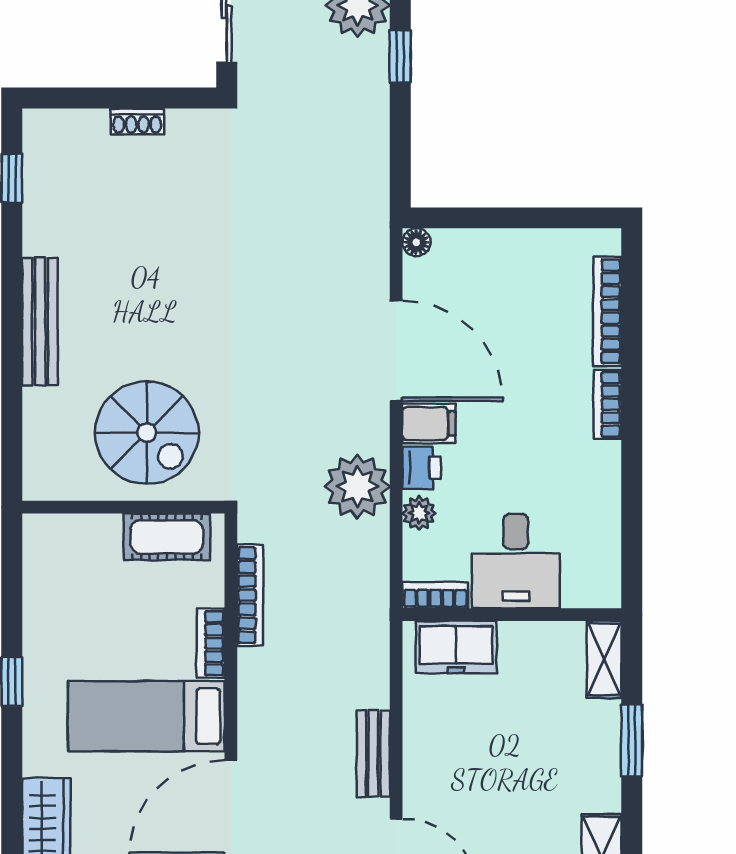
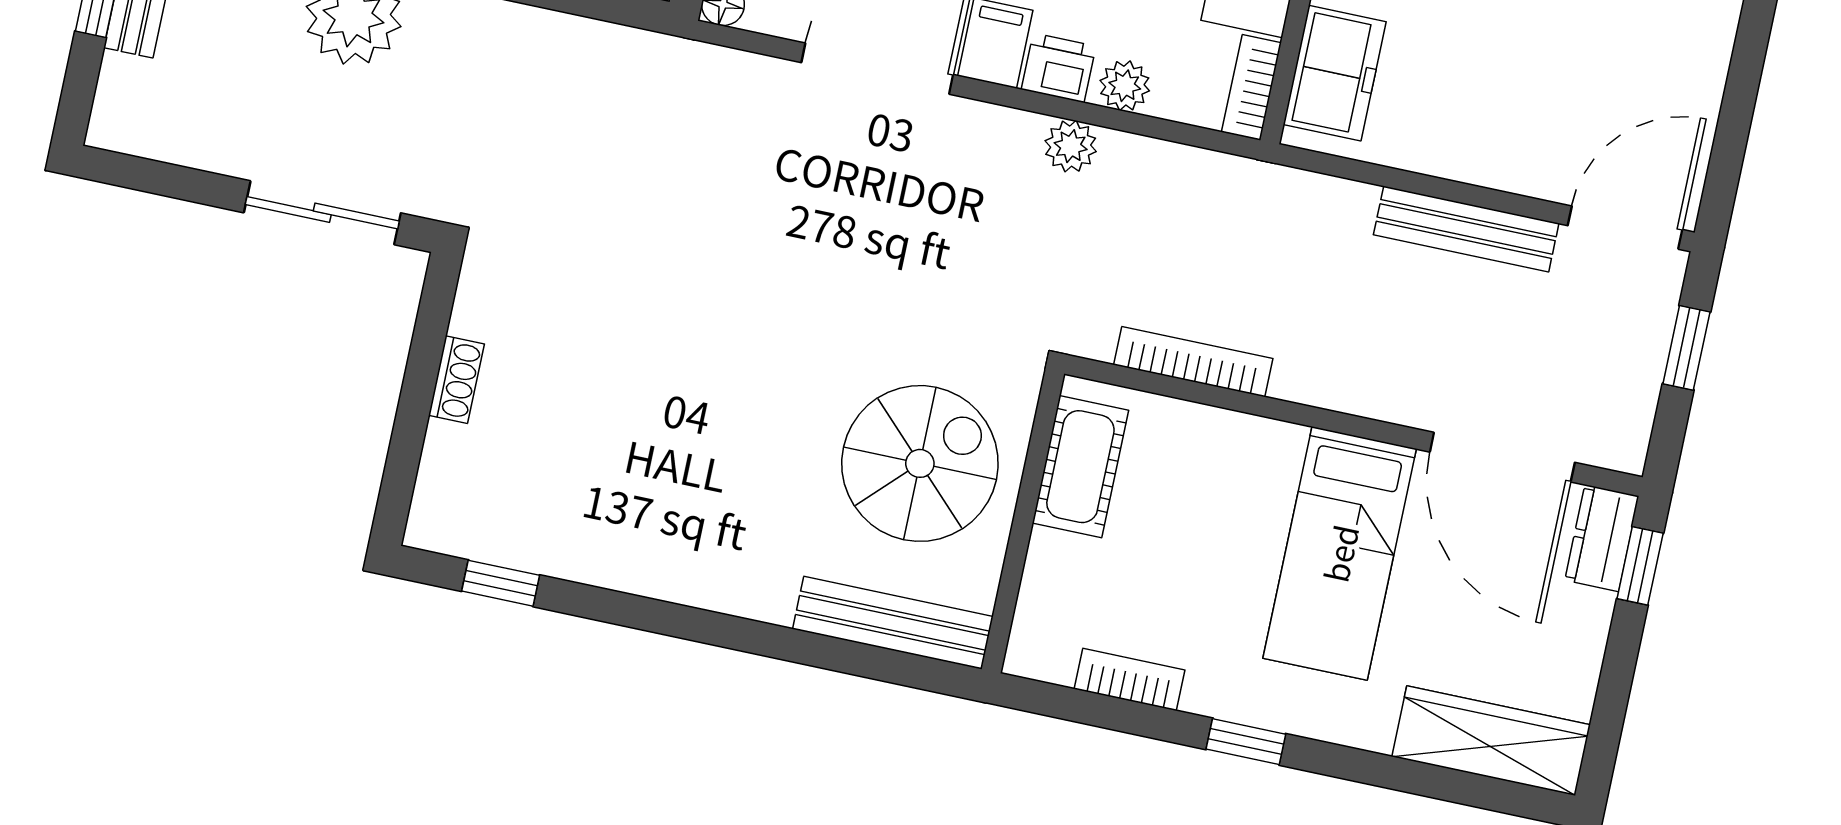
bench: (40, 321) -> (893, 623), moved
plant: (357, 486) -> (1071, 146), width x0.53, depth x0.53
bookcase: (211, 643) -> (1129, 679), moved, turned 180
bench: (373, 753) -> (1466, 229), width x1.36

